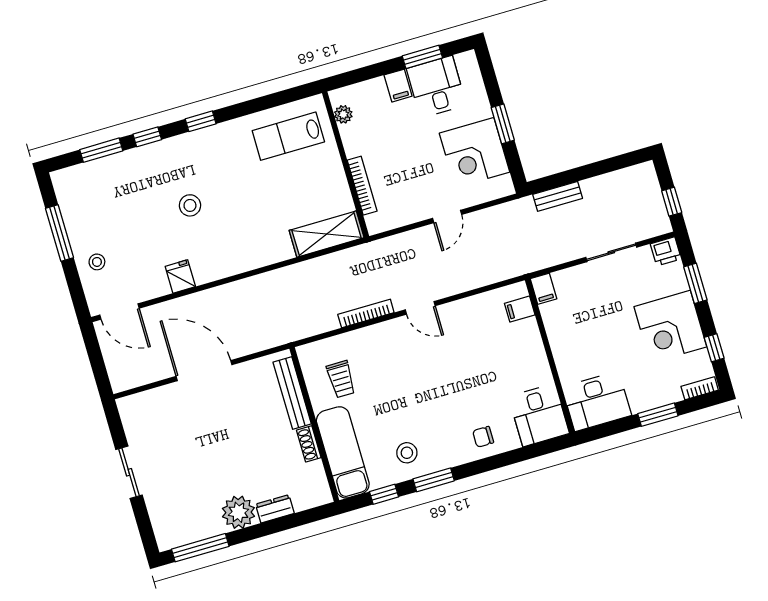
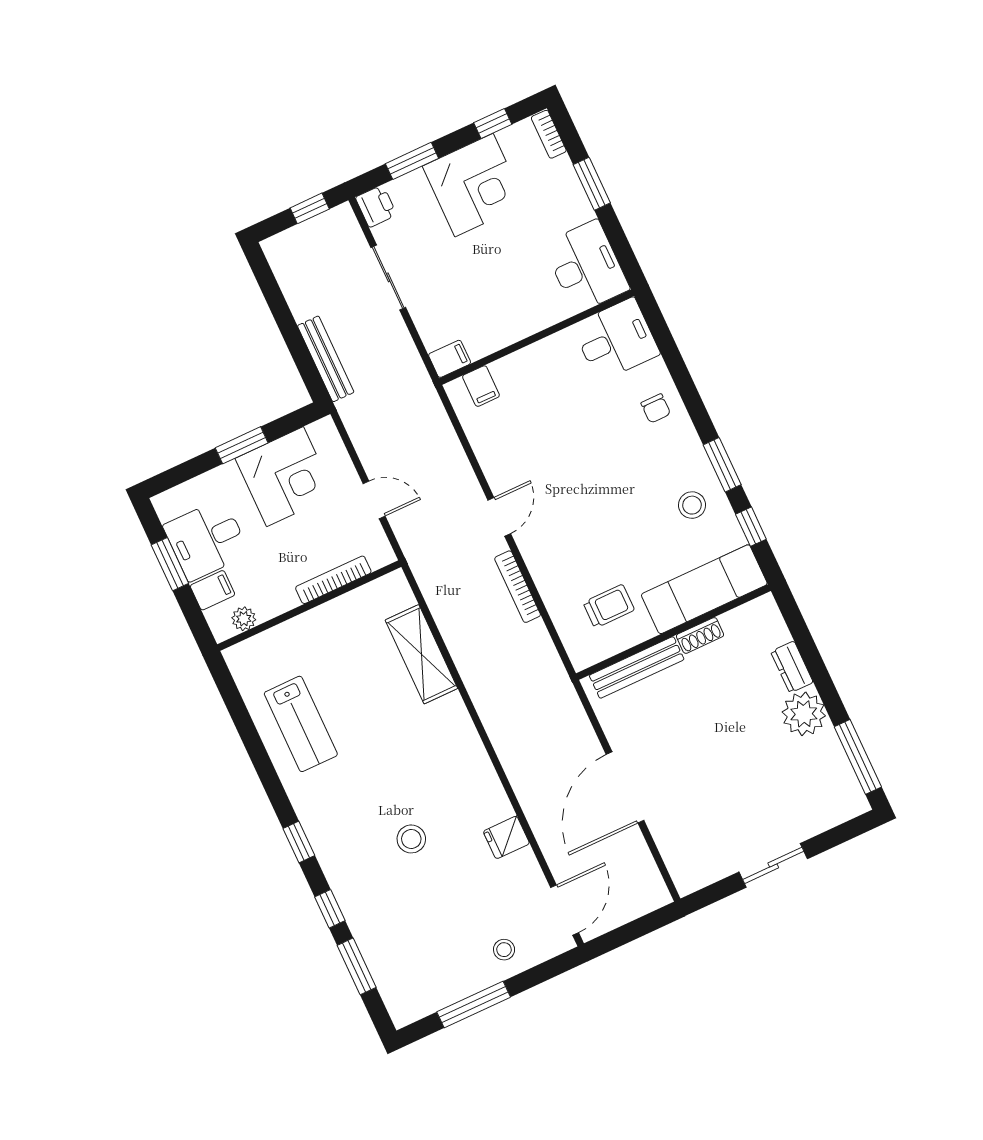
plant: (343, 114) -> (244, 619), moved
wall: (346, 165) -> (309, 606), moved
bookcase: (362, 186) -> (333, 580), moved
bench: (558, 196) -> (326, 359), width x1.36

